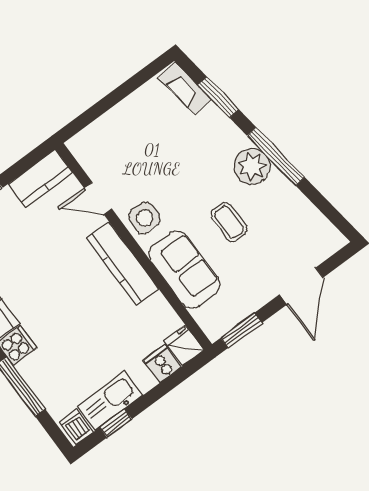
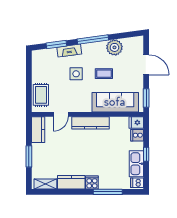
fireplace: (185, 88) -> (69, 51), moved
rug: (107, 137) -> (41, 95), added
plant: (252, 167) -> (114, 47), moved
side table: (145, 218) -> (76, 74), moved
sofa: (184, 269) -> (115, 102), width x1.36
window: (116, 423) -> (146, 154), moved

